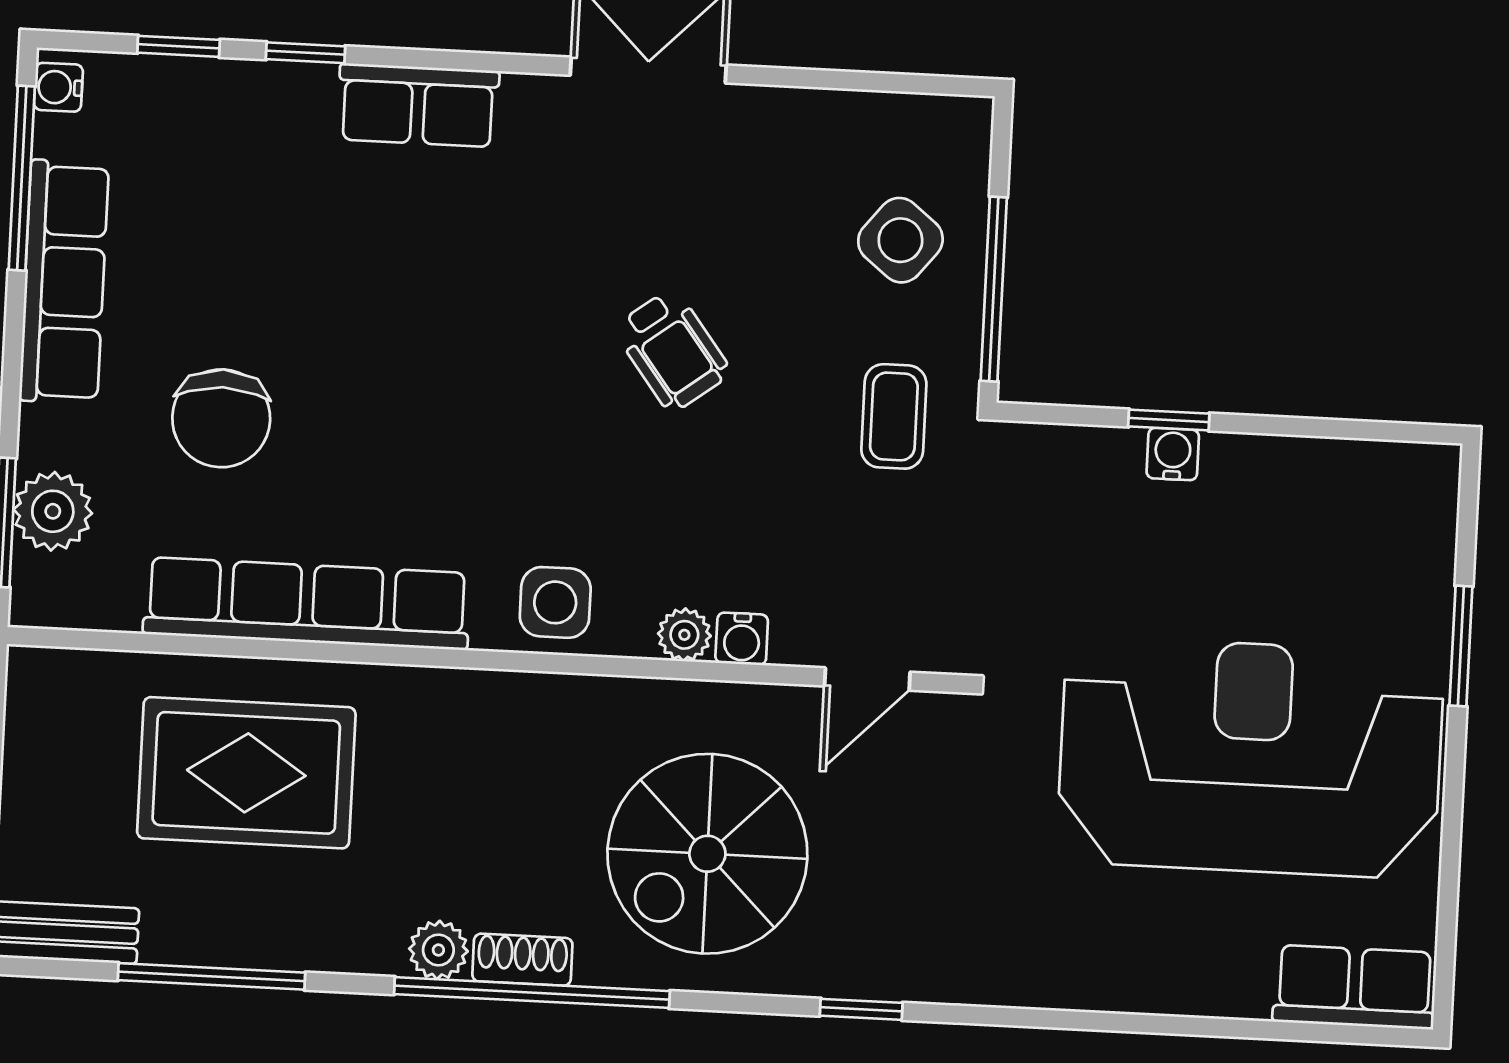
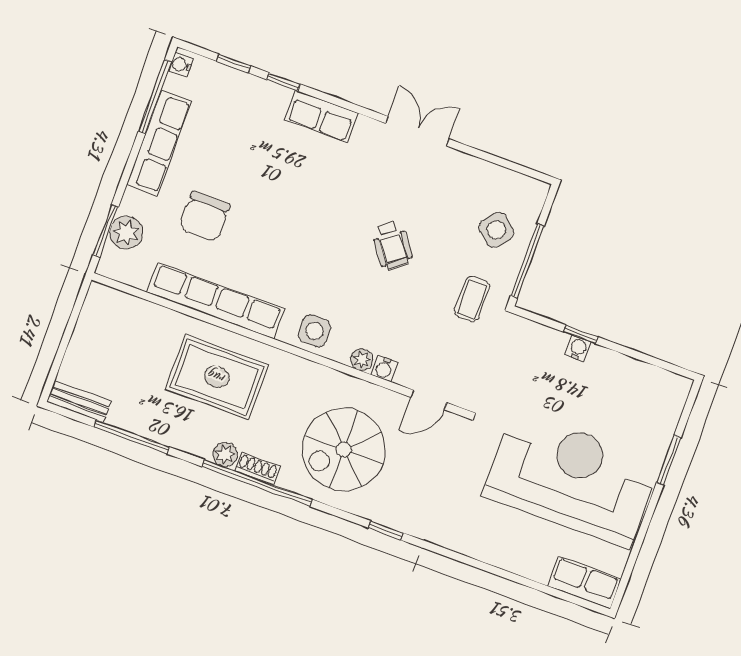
rug: (246, 773) -> (217, 377), moved

